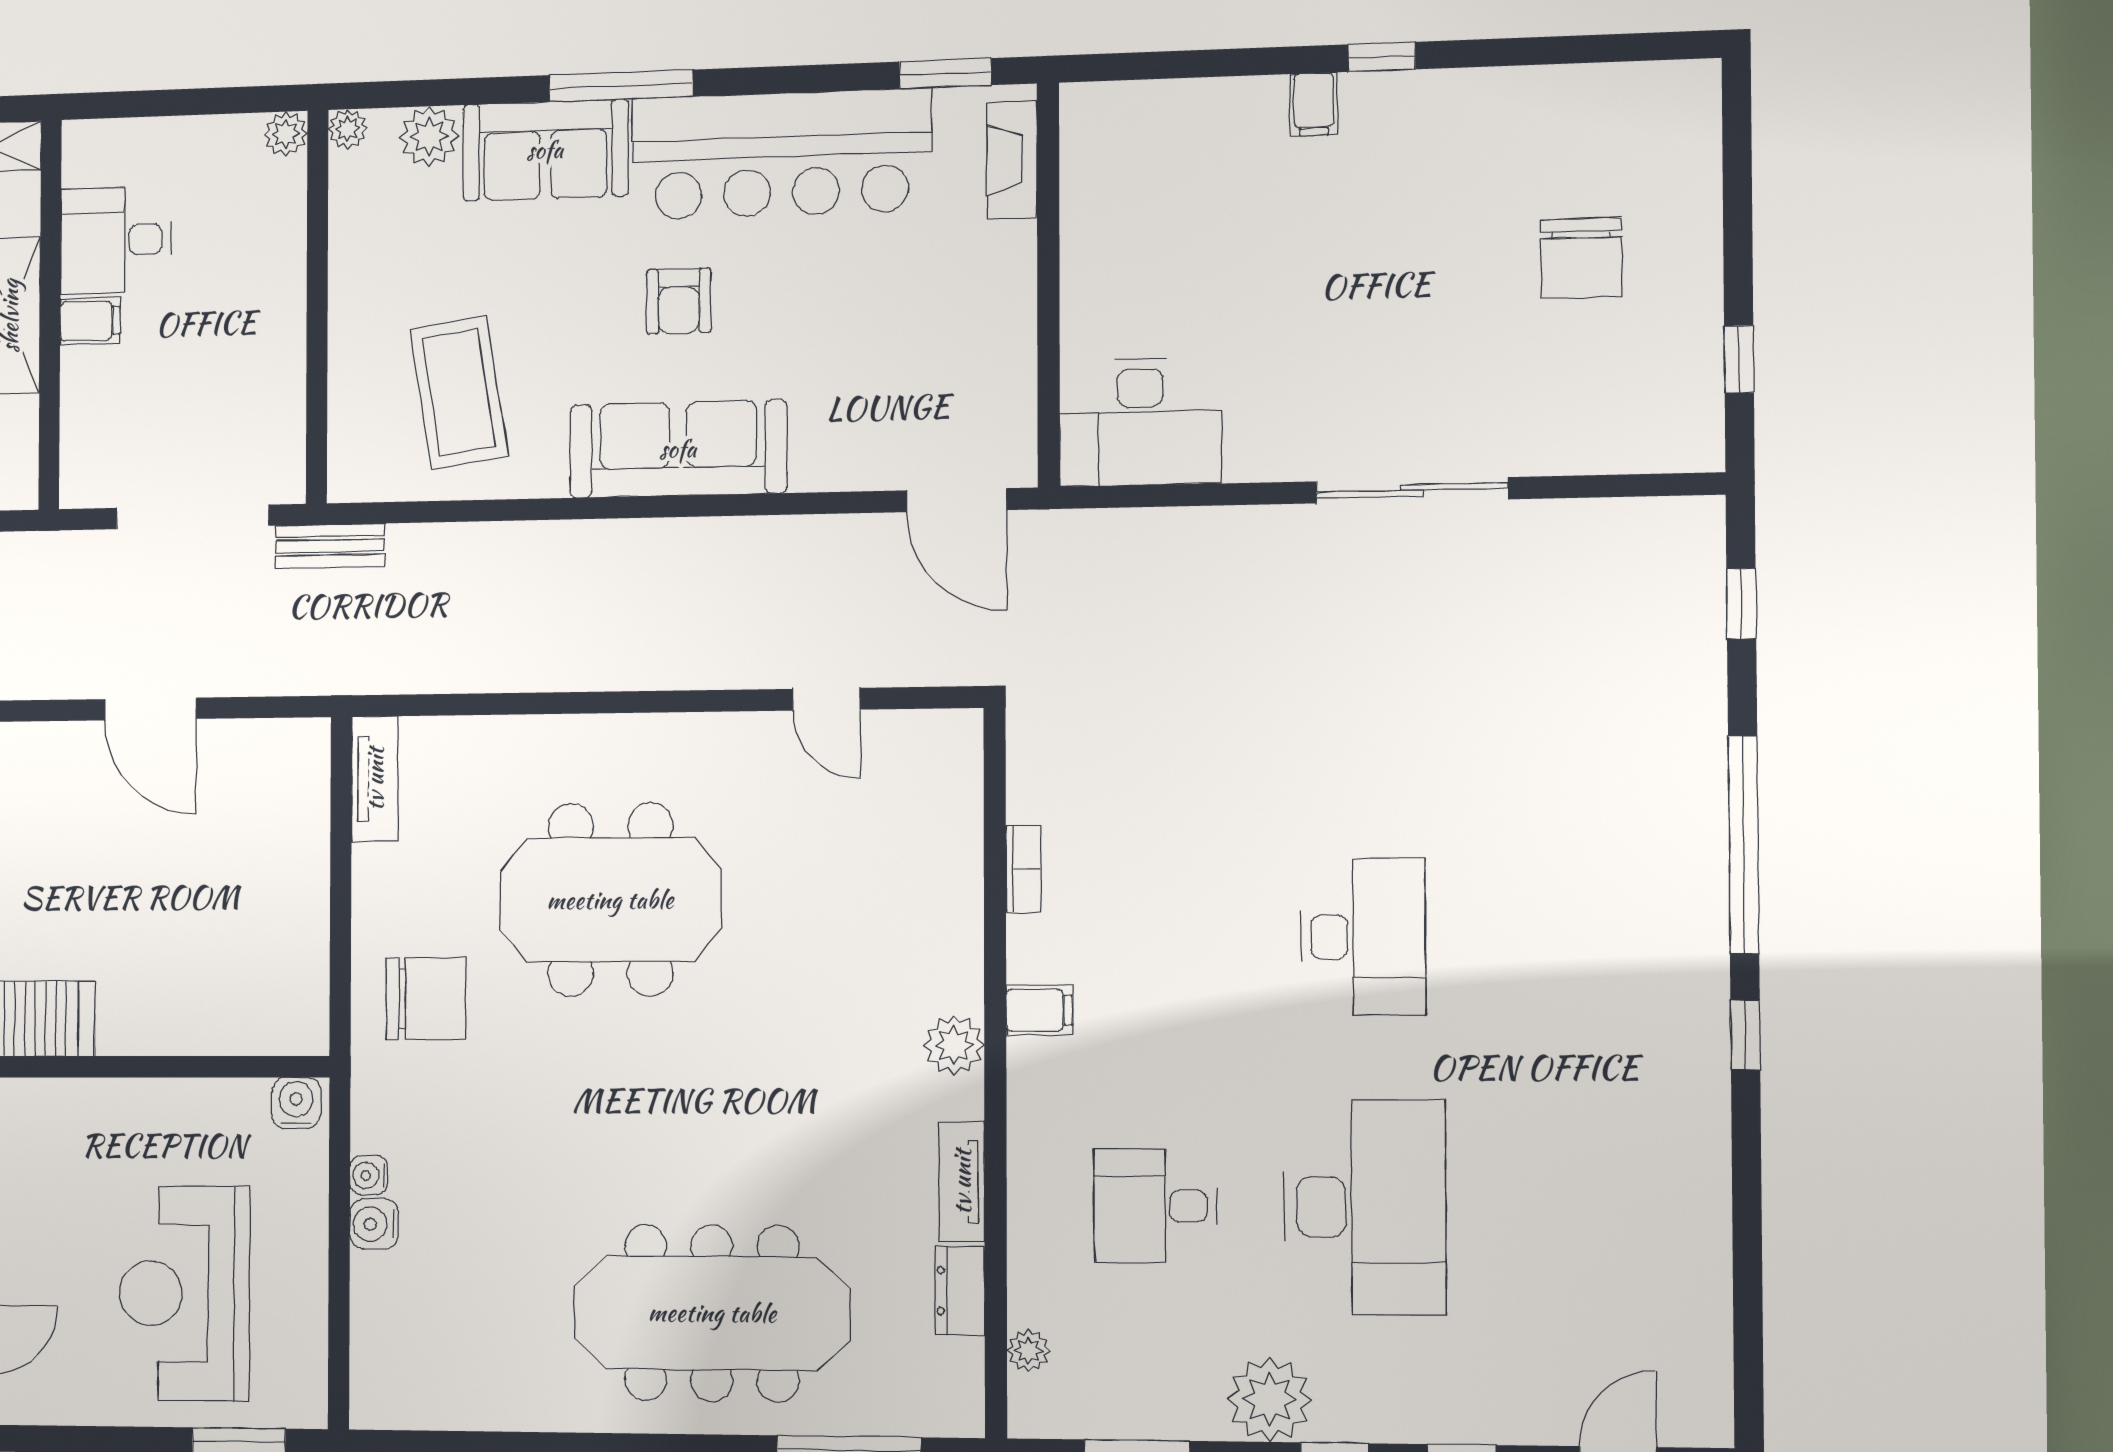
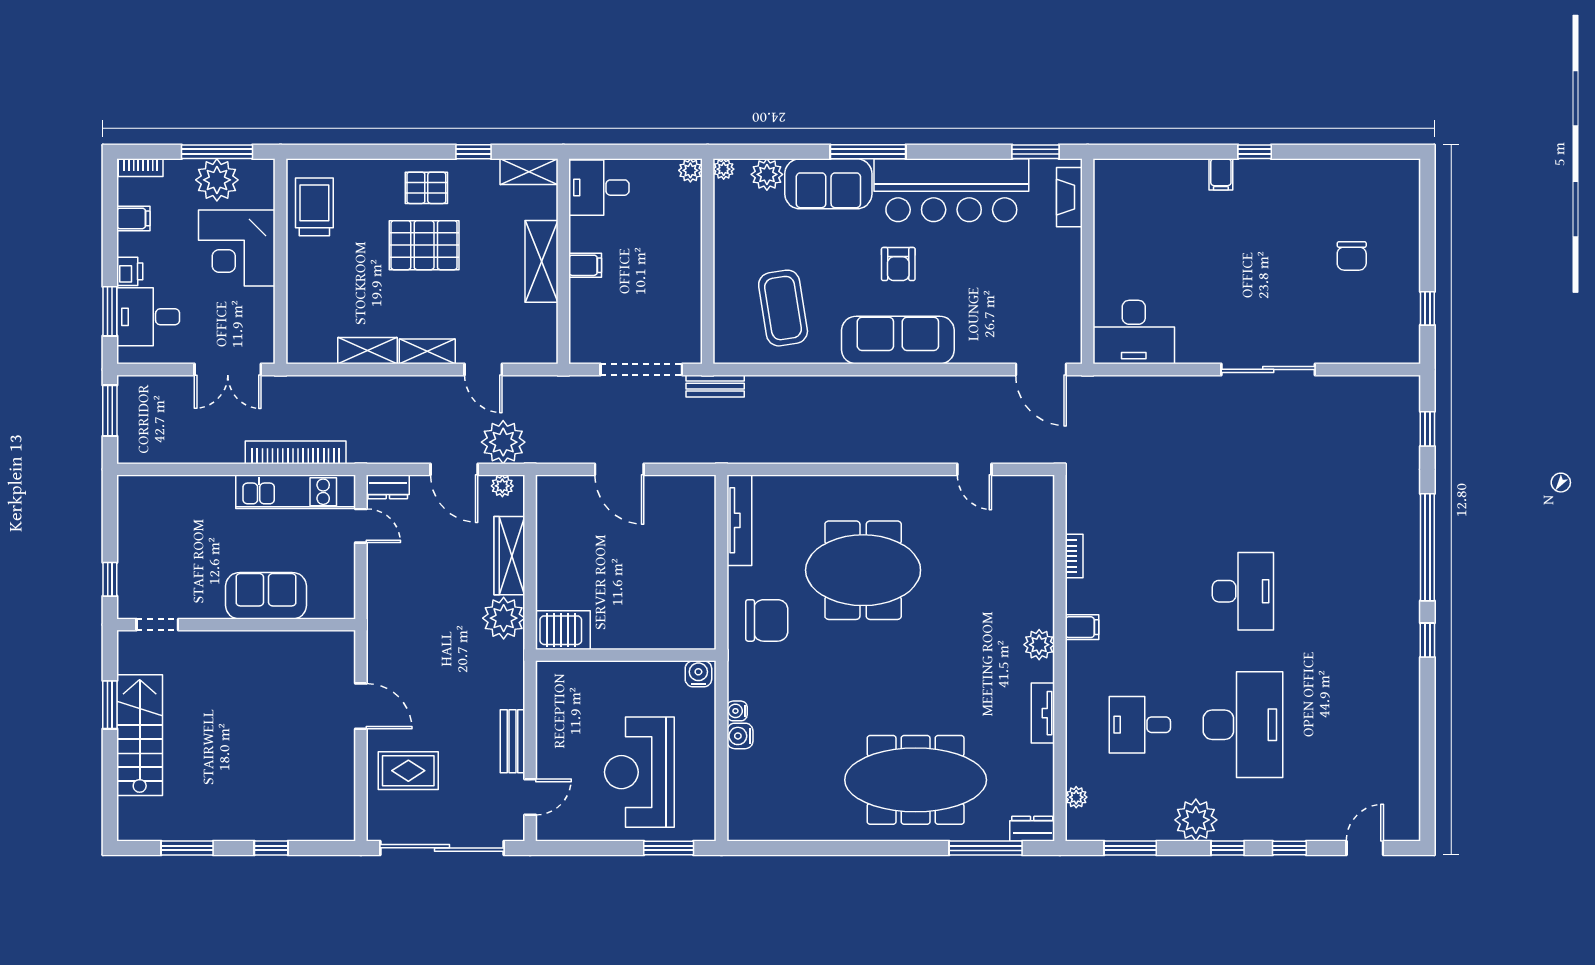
desk: (116, 240) -> (599, 188), moved
chair: (1581, 258) -> (1352, 256), width x0.73, depth x0.73
tv unit: (375, 779) -> (739, 520), width x1.41
dresser: (960, 1291) -> (1032, 829), moved, turned 90

